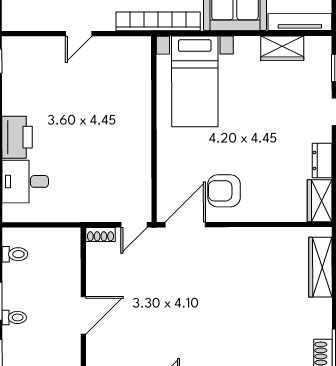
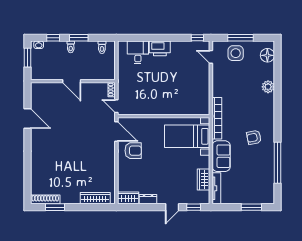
door: (79, 34) -> (211, 57), moved
armchair: (224, 191) -> (133, 151), turned 90

